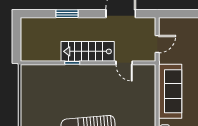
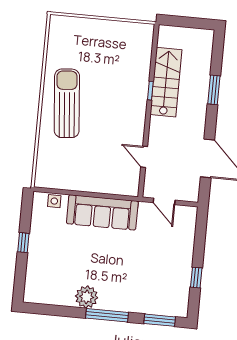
stairs: (88, 51) -> (166, 82), moved
door: (124, 63) -> (144, 157), hinge flipped

